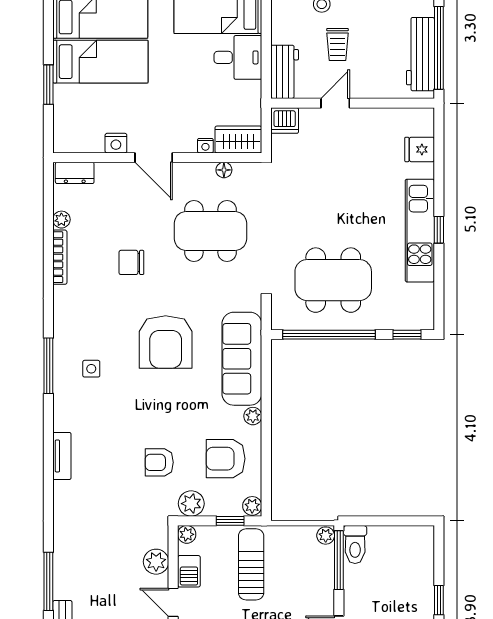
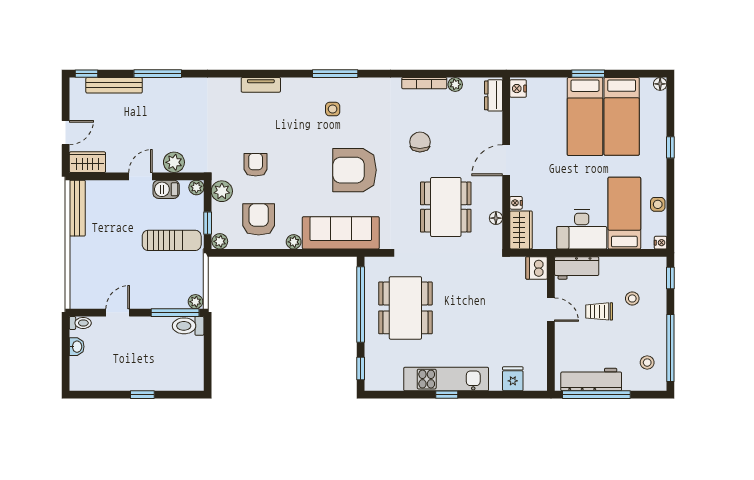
desk: (238, 57) -> (582, 230), width x1.37
window: (48, 85) -> (588, 74), moved
nightstand: (116, 143) -> (518, 89), moved

